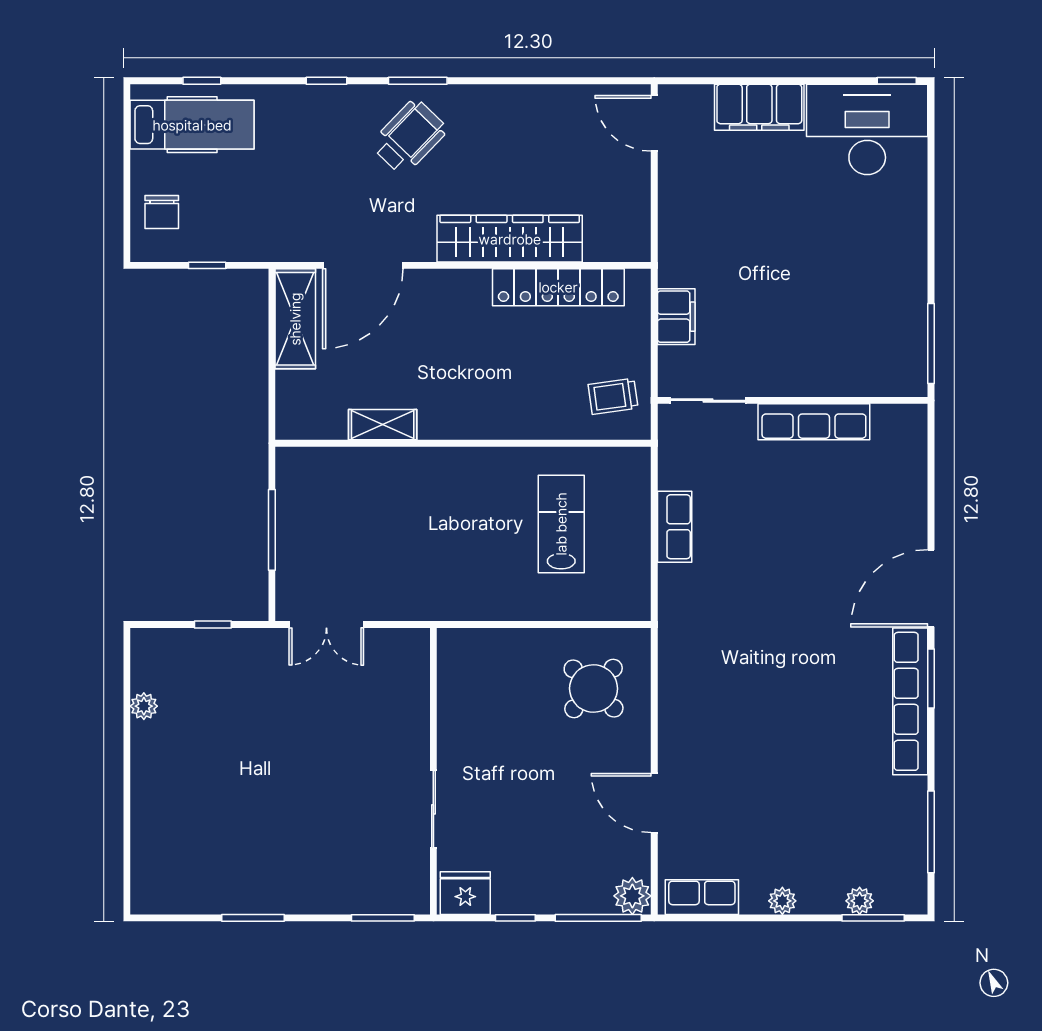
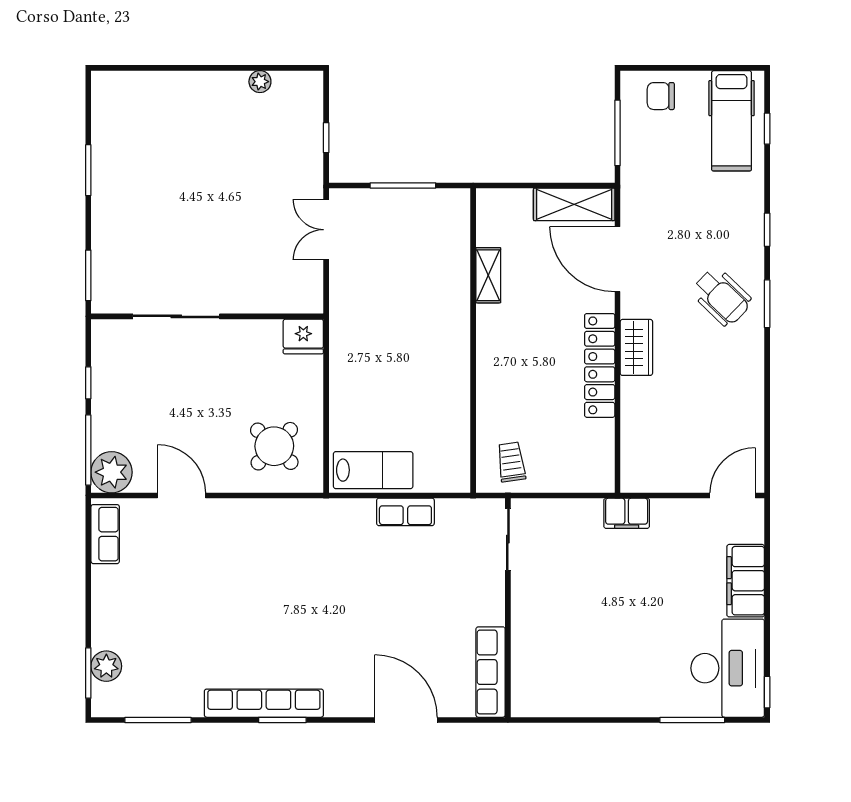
wardrobe: (510, 239) -> (636, 347), width x0.48, depth x0.85
window: (207, 265) -> (617, 133), width x2.17
locker: (558, 287) -> (600, 365), moved
filing cabinet: (676, 317) -> (627, 513), moved
window: (931, 344) -> (692, 720), moved
row of seats: (814, 422) -> (491, 672), moved
lab bench: (561, 524) -> (373, 470), moved
door: (931, 588) -> (406, 720), moved
door: (654, 803) -> (181, 495), hinge flipped
sliding door: (433, 809) -> (176, 316), width x1.37
fridge: (465, 893) -> (303, 336), moved, turned 90
plant: (632, 896) -> (112, 472), width x1.36, depth x1.36
plant: (782, 901) -> (102, 599), removed
plant: (860, 901) -> (106, 666), width x1.38, depth x1.38

